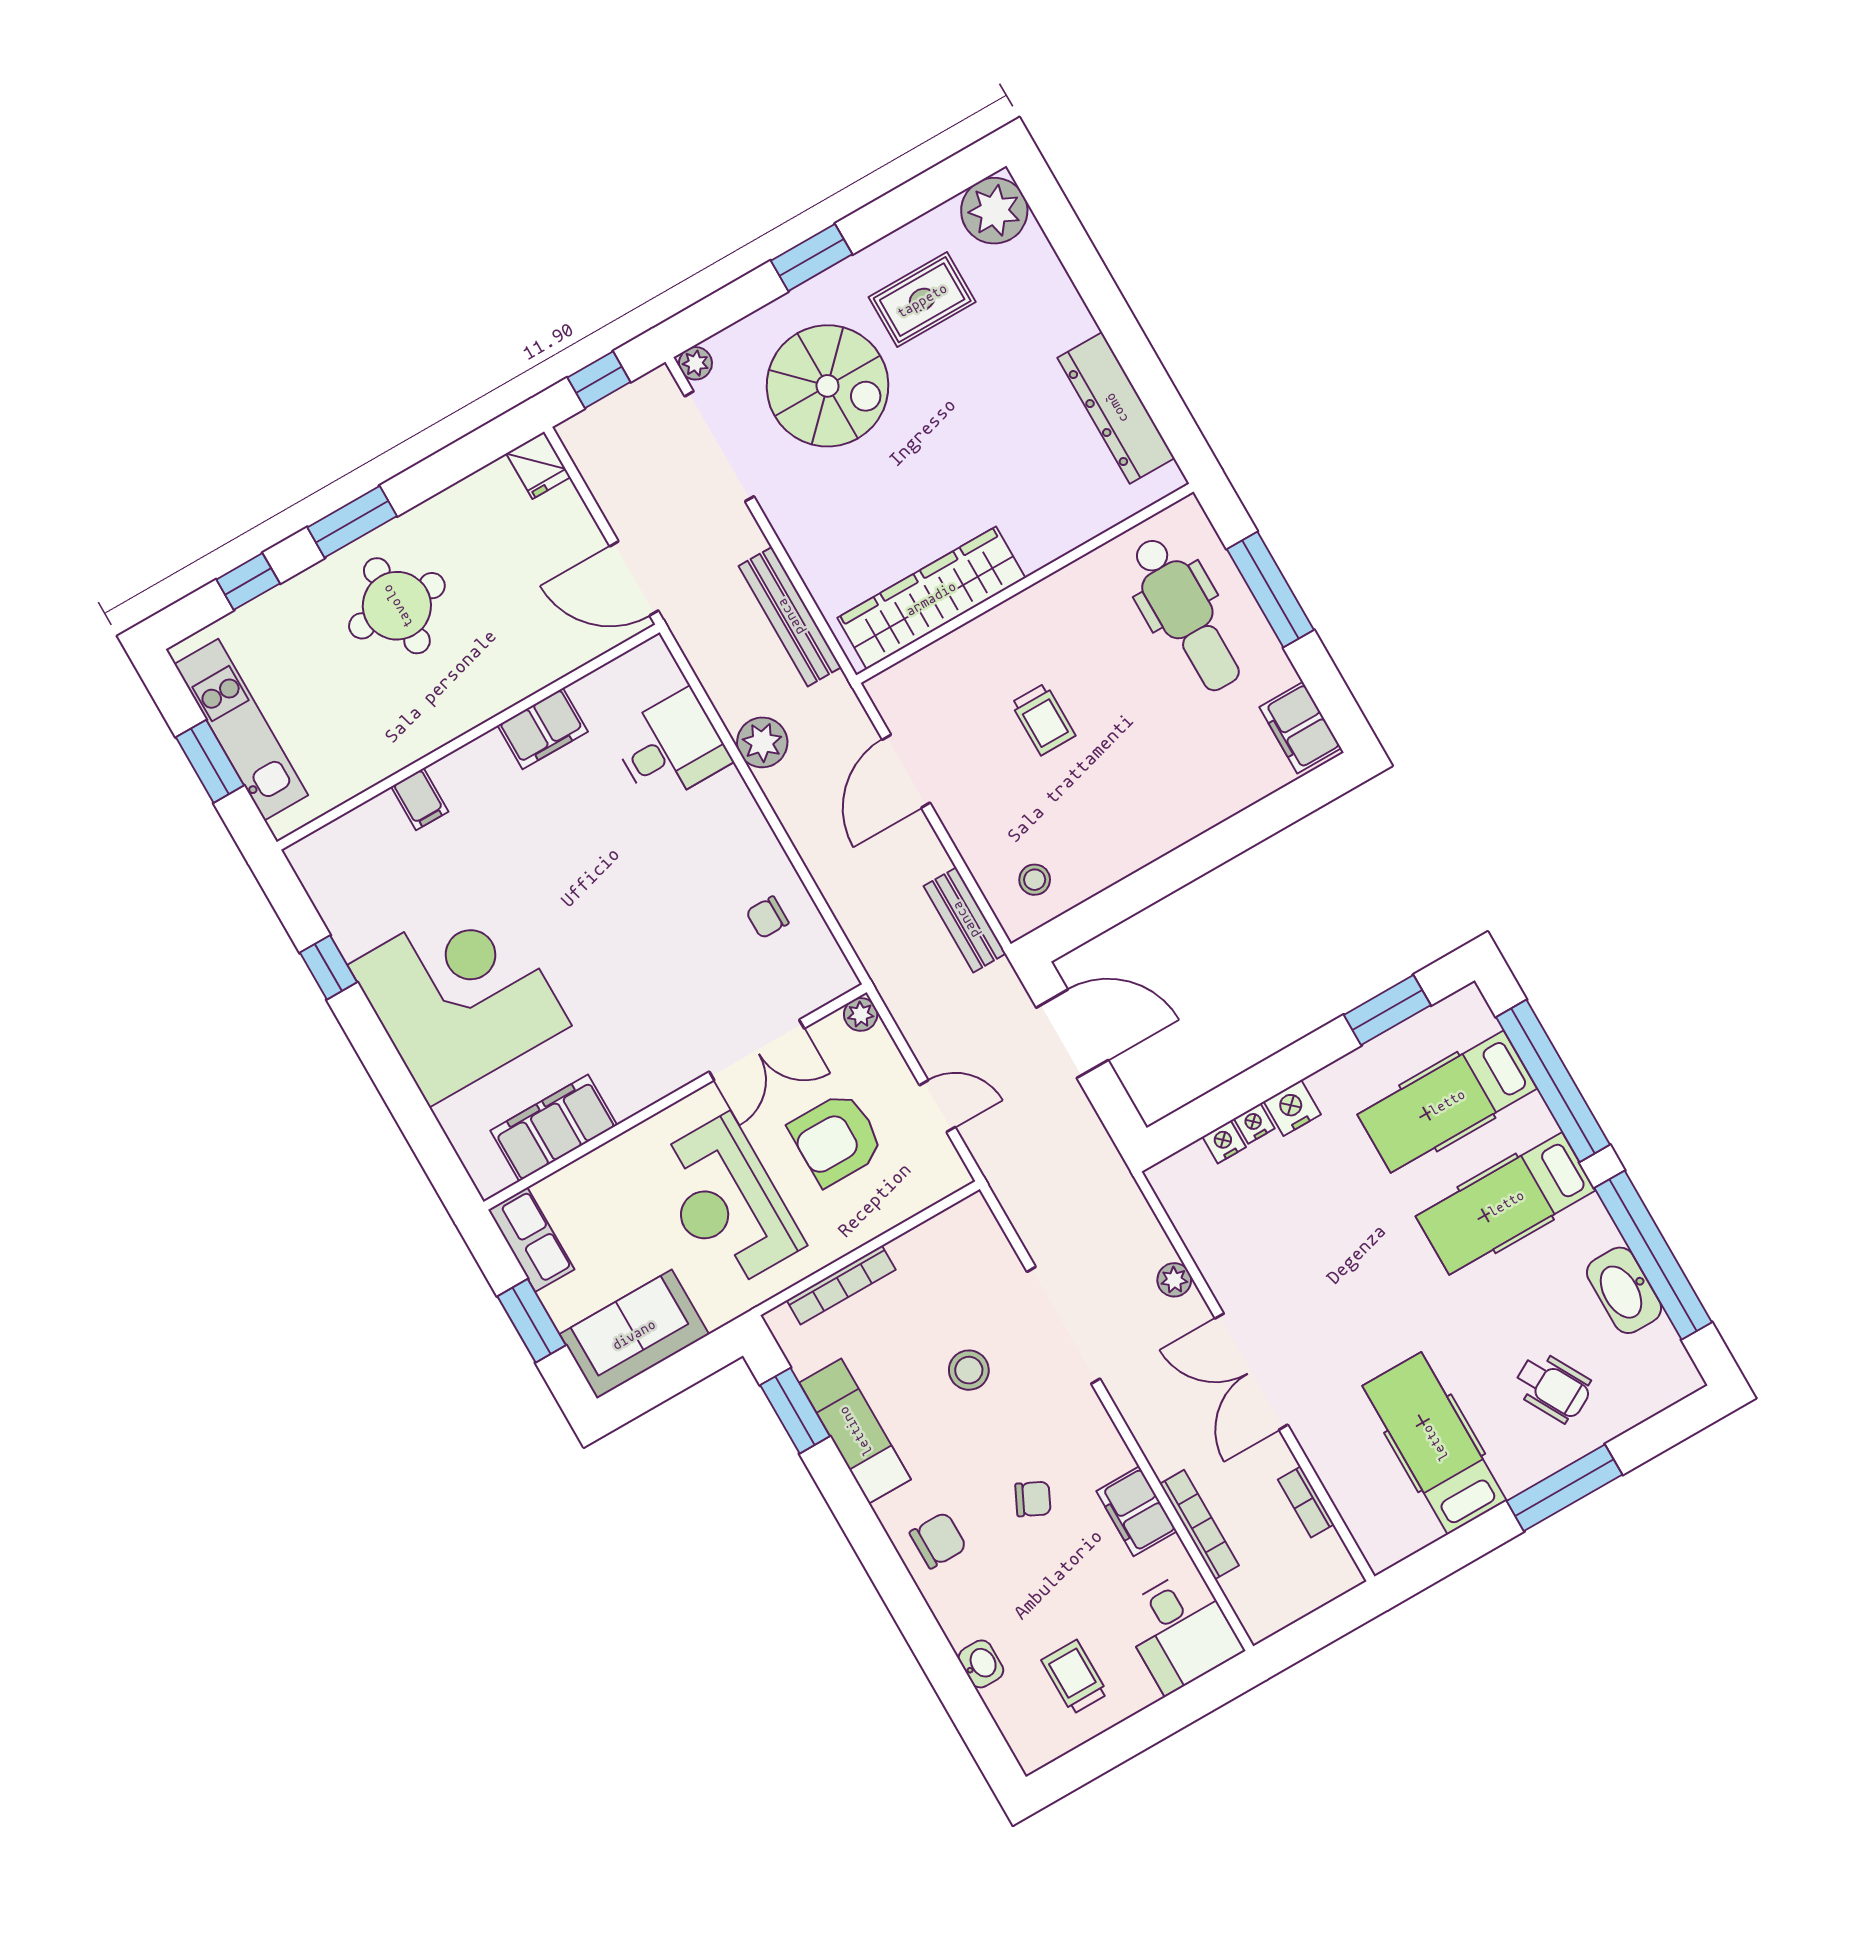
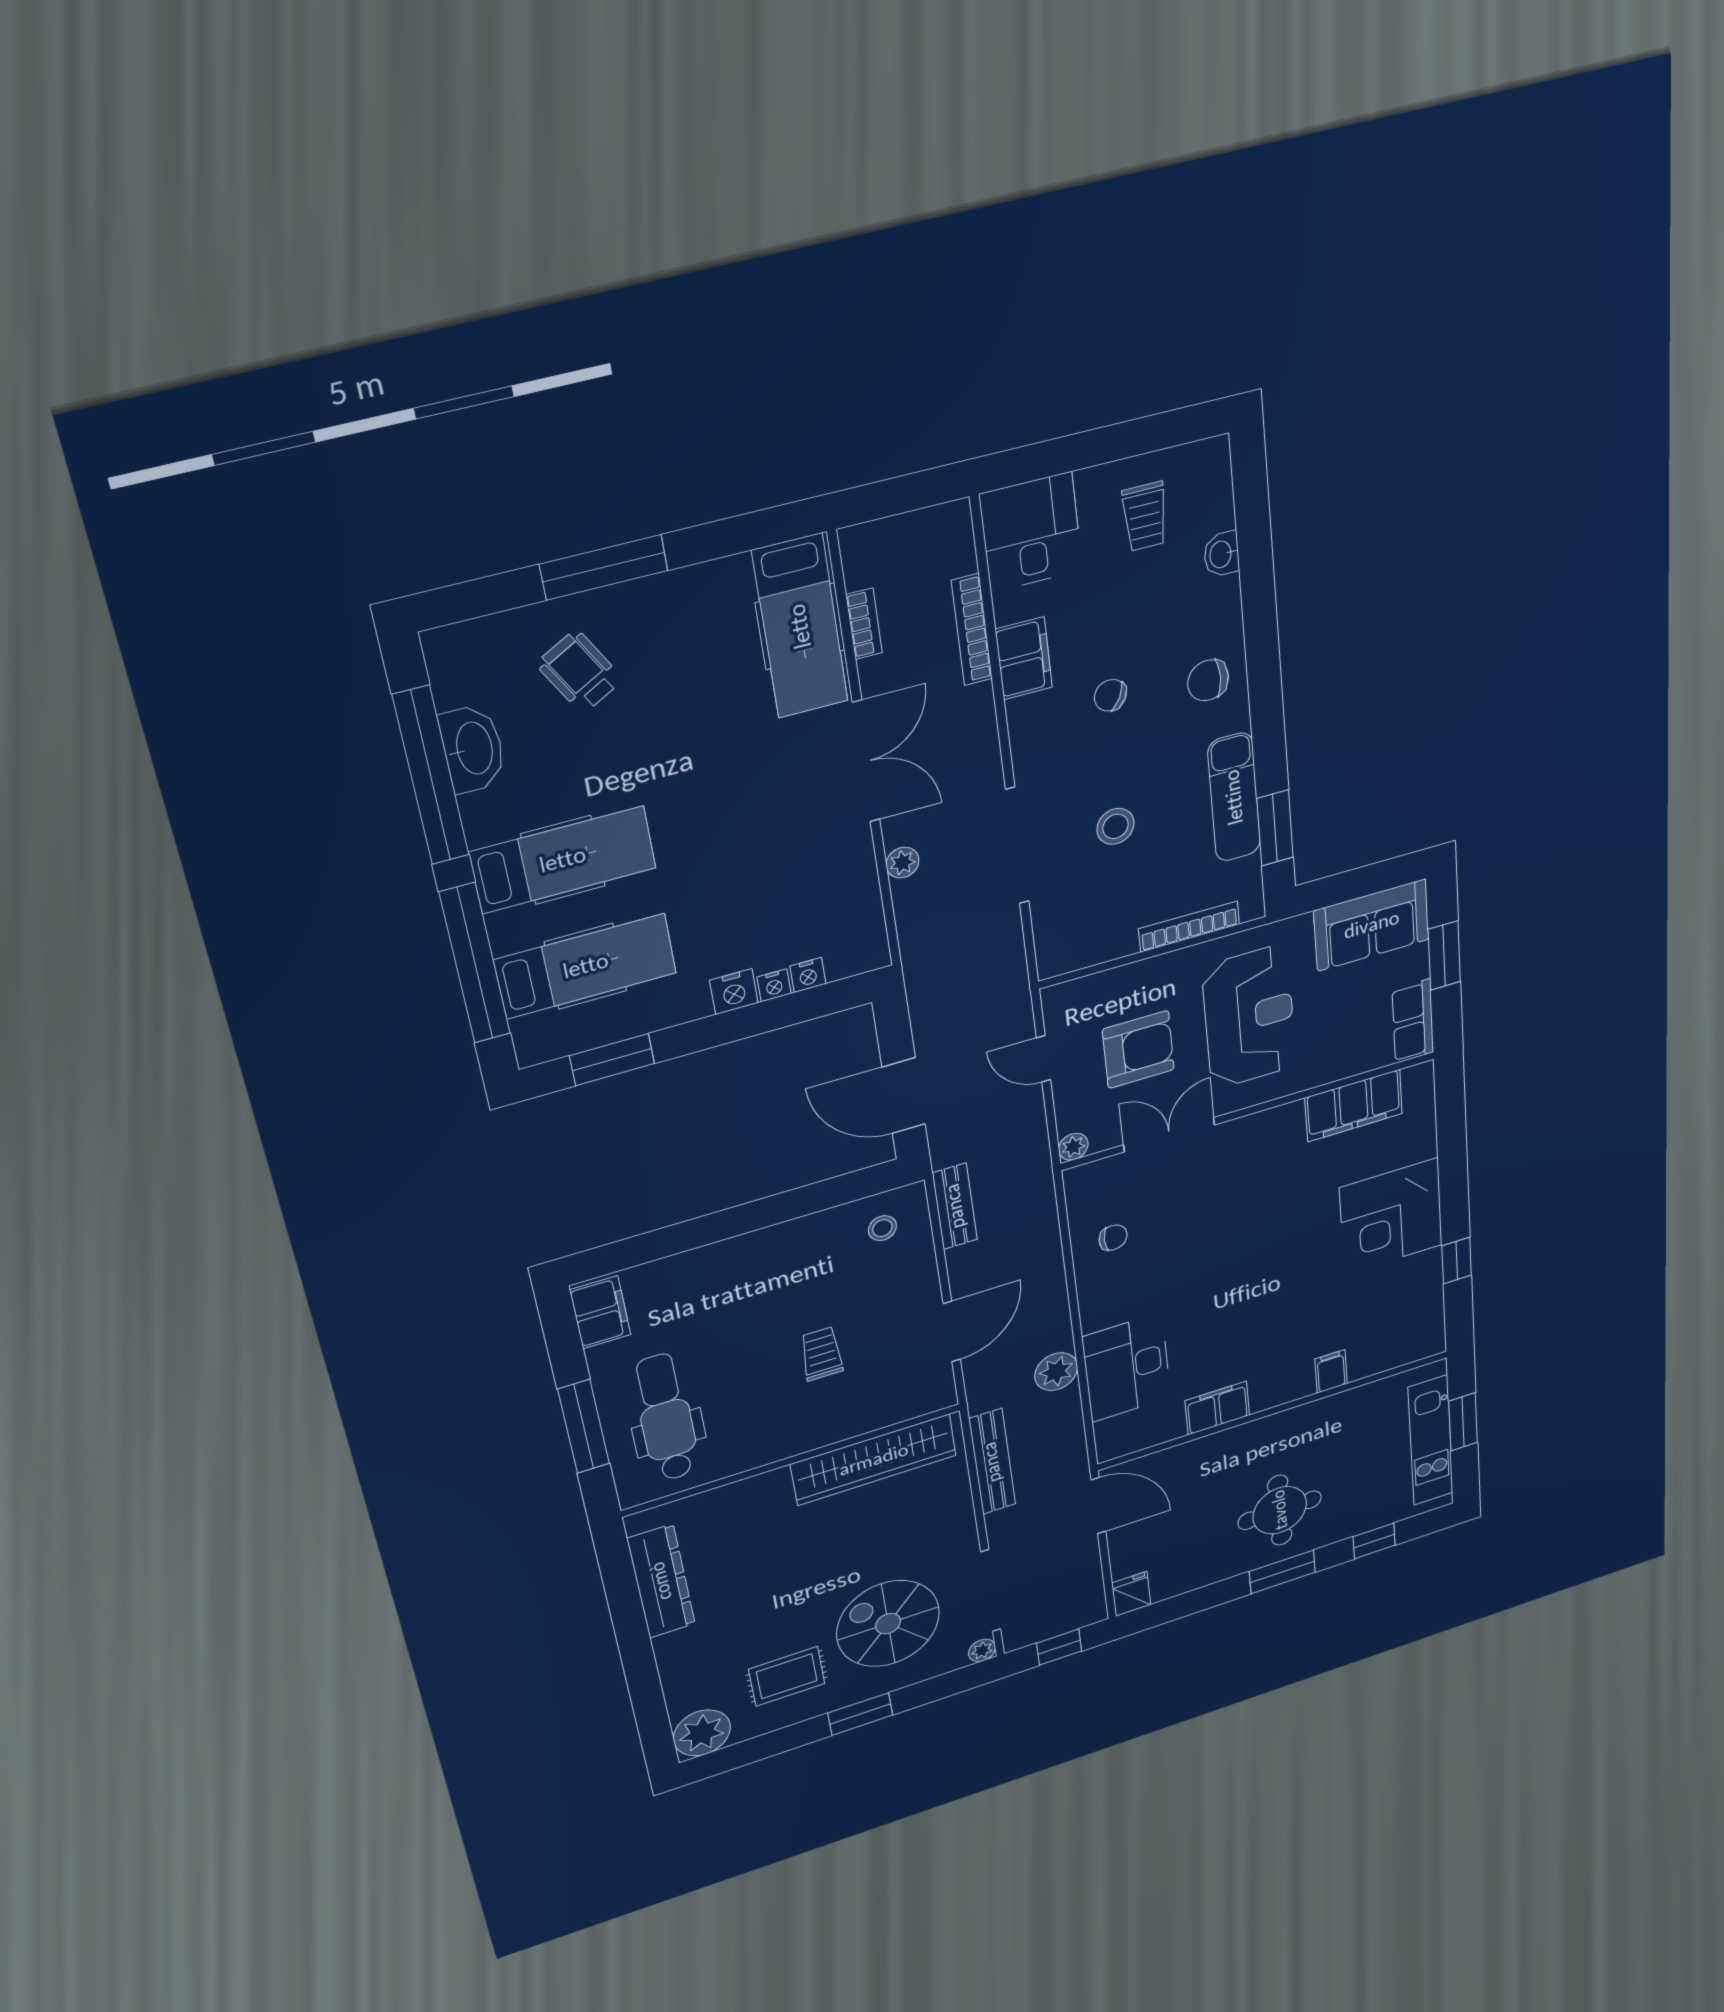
desk: (671, 747) -> (1127, 1368), width x1.37
corner desk: (460, 995) -> (1391, 1216), width x0.74, depth x0.74
hospital bed: (1435, 1443) -> (800, 626), moved

